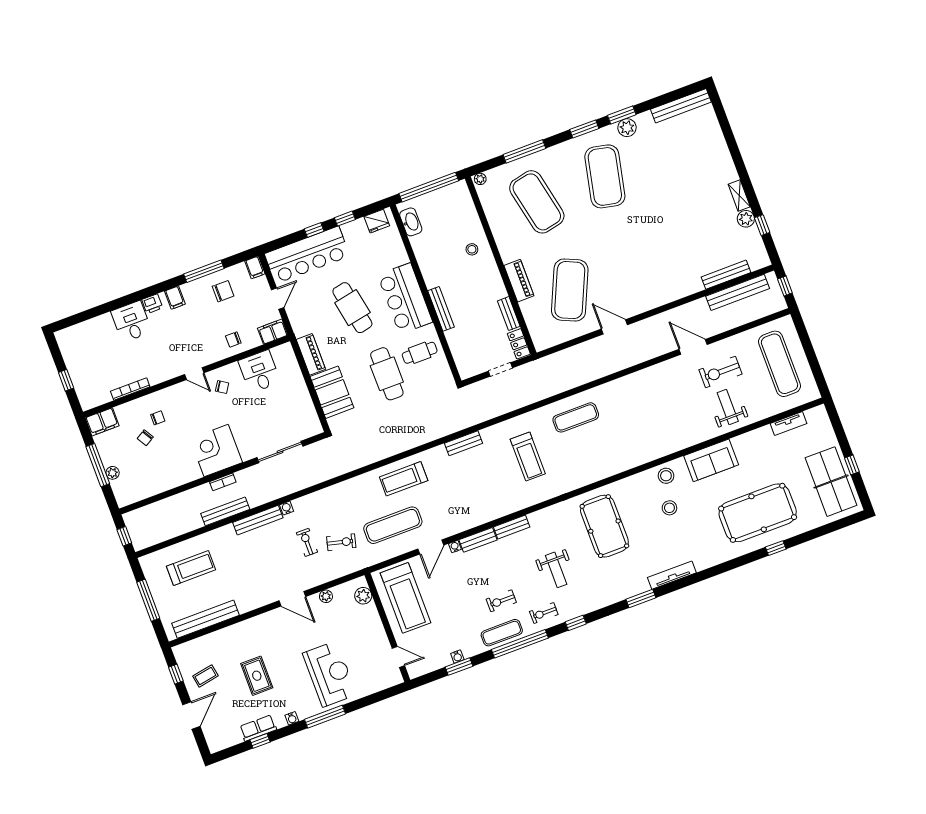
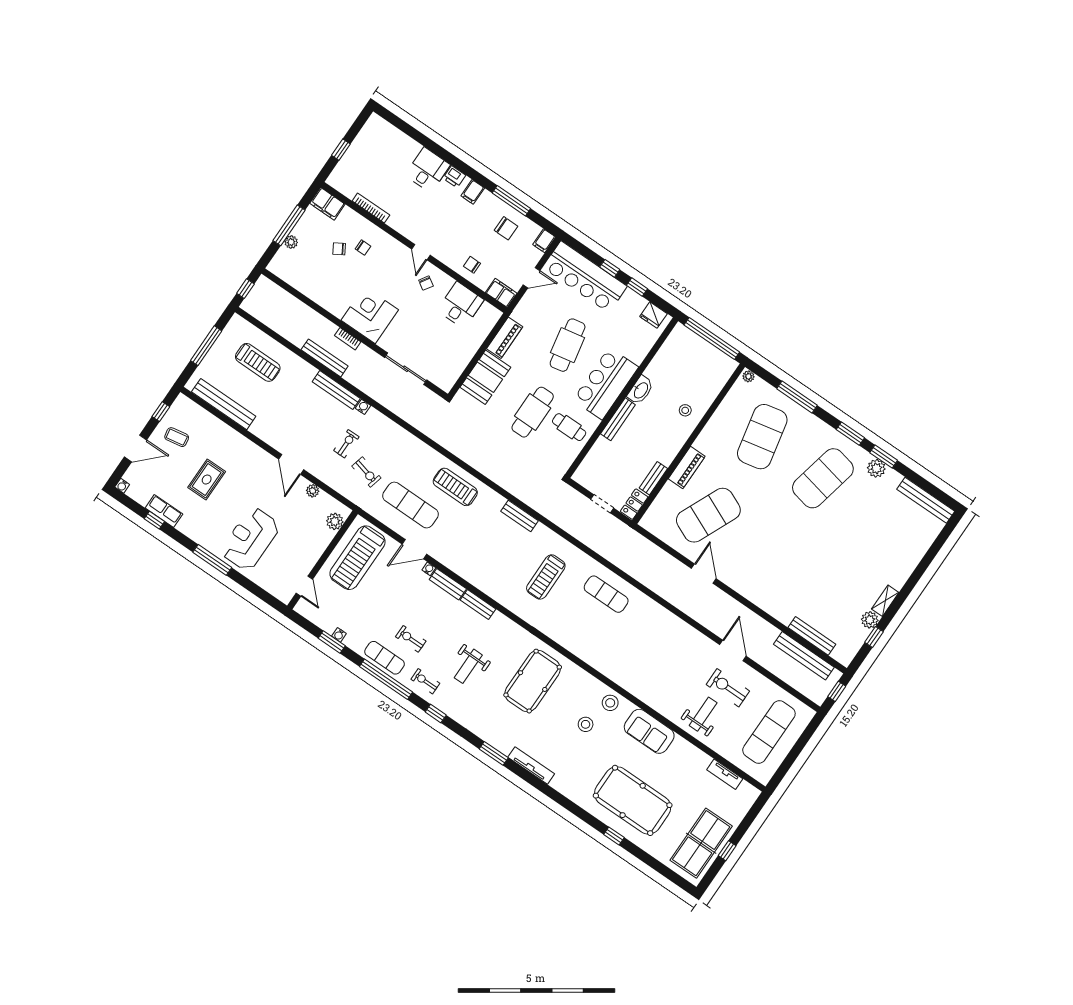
washbasin: (411, 222) -> (641, 390), moved
reception desk: (330, 674) -> (250, 539), turned 180
water cooler: (292, 718) -> (122, 486), moved

